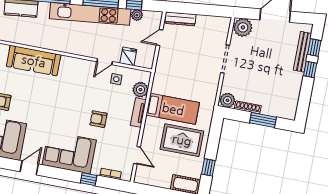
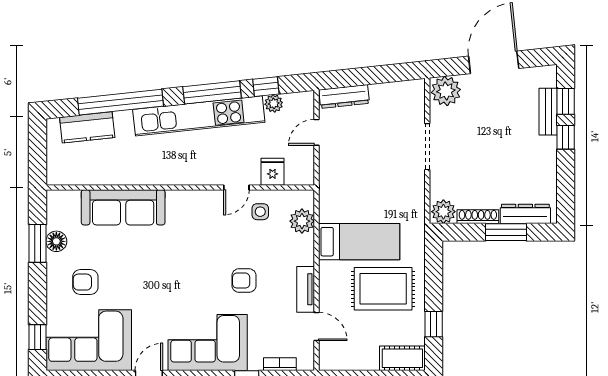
bench: (302, 52) -> (548, 112), width x0.73
dresser: (277, 111) -> (525, 214), added
tv unit: (138, 113) -> (306, 289), moved

